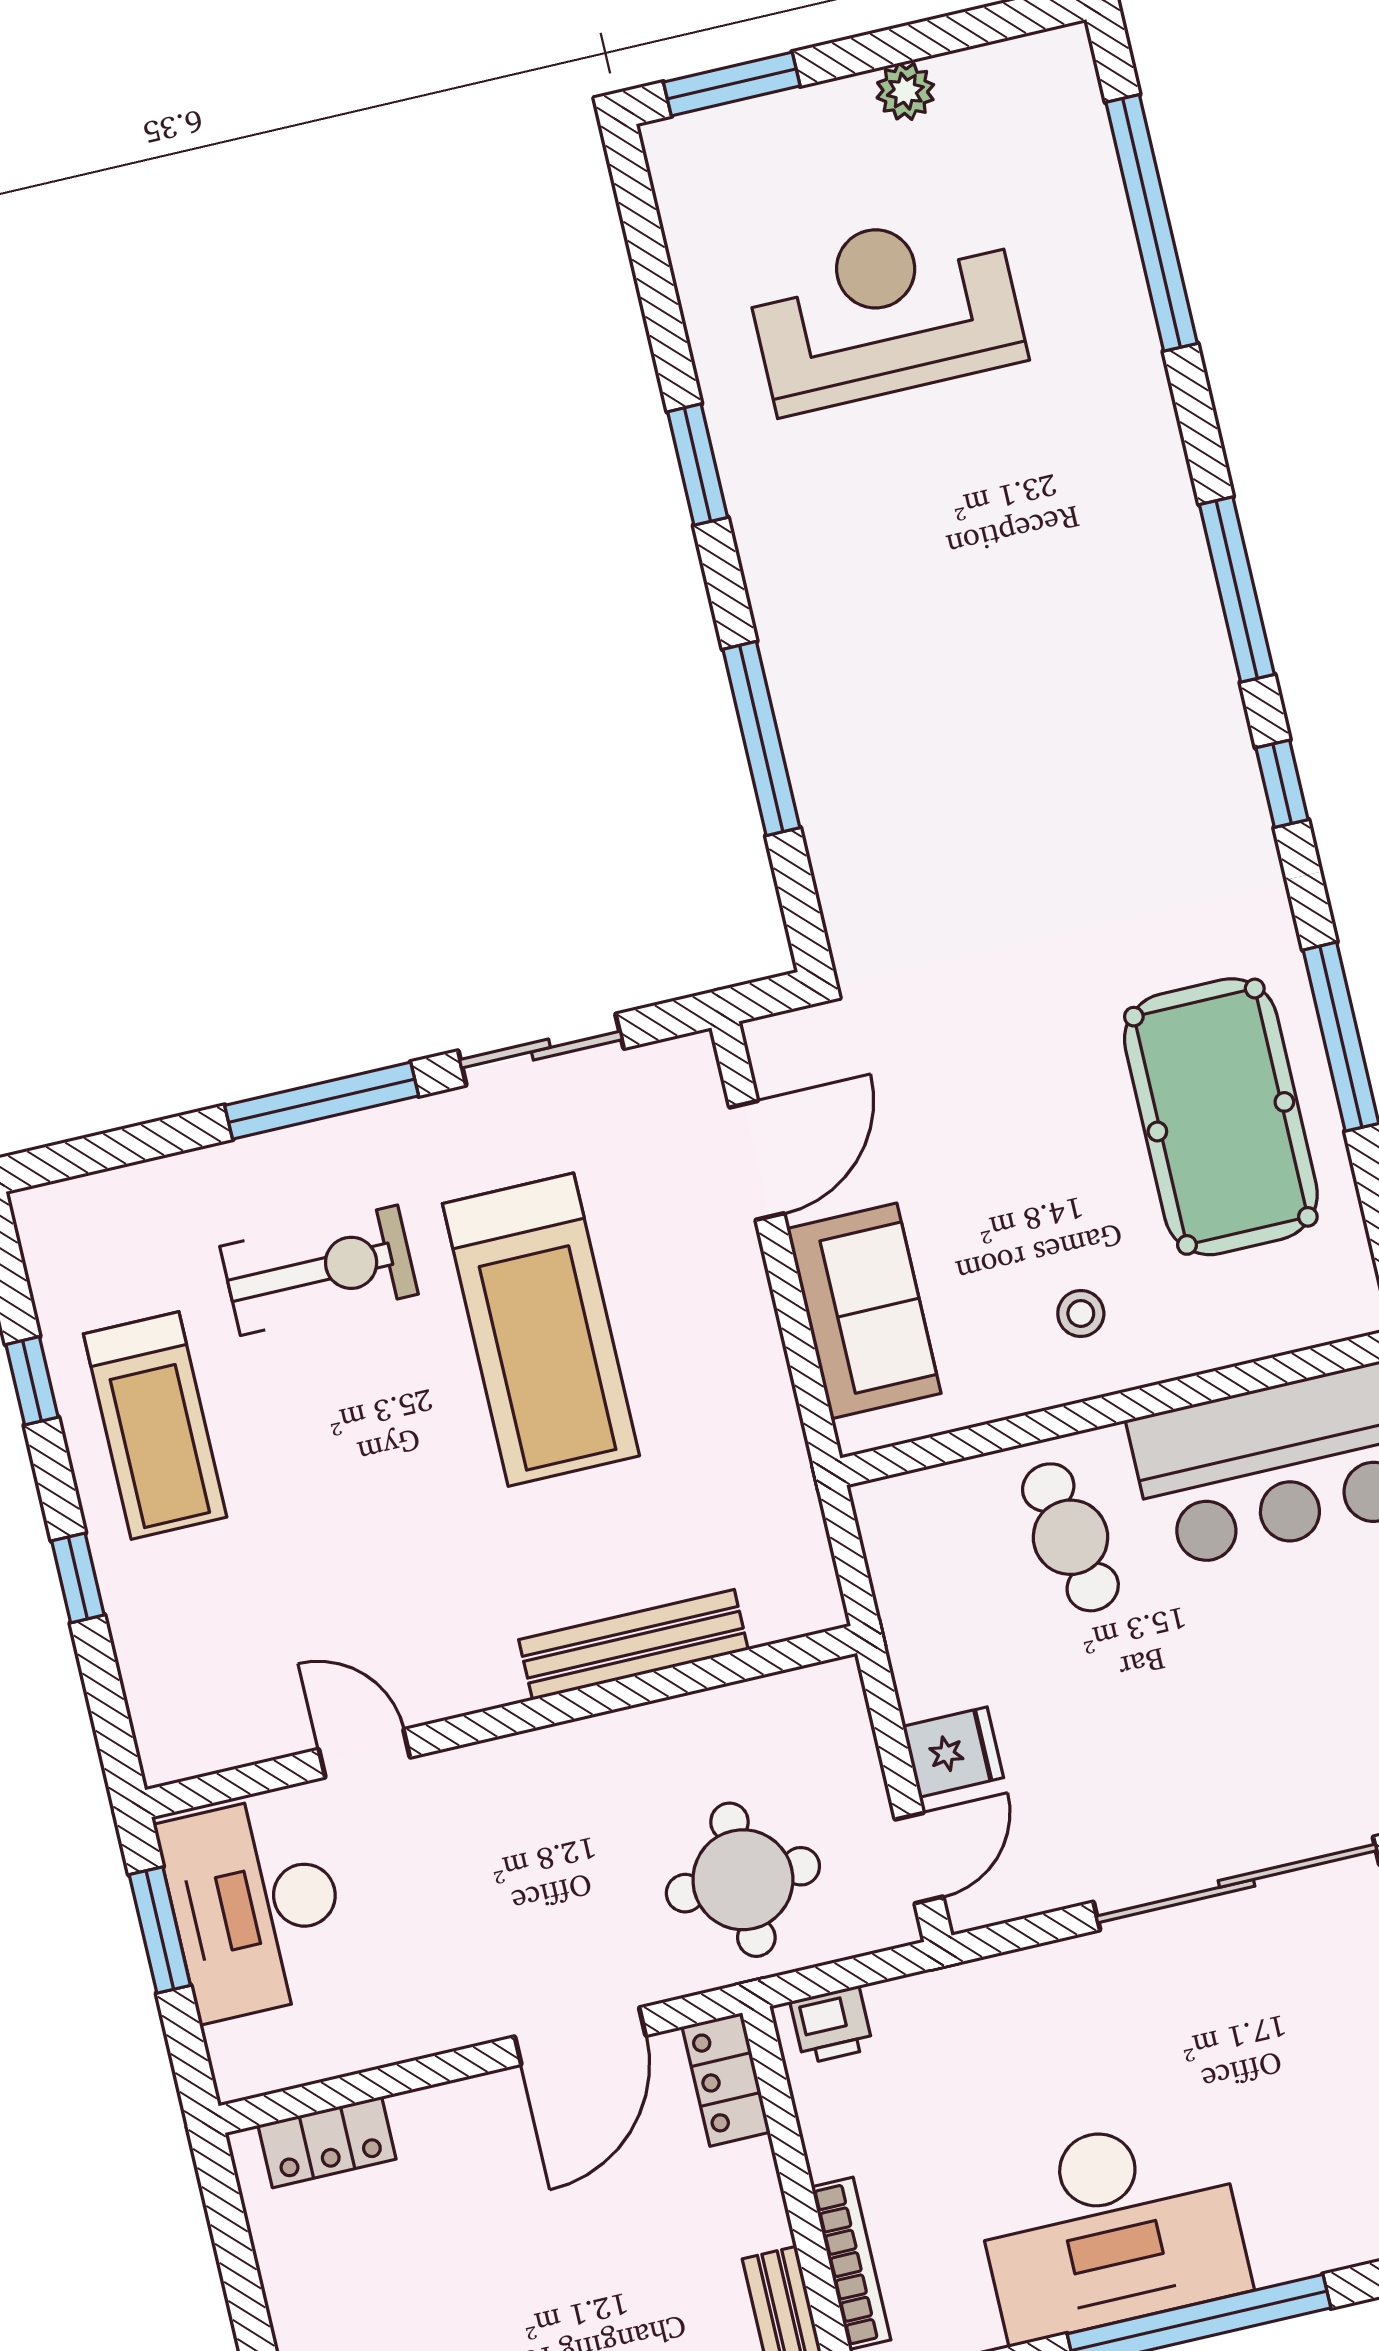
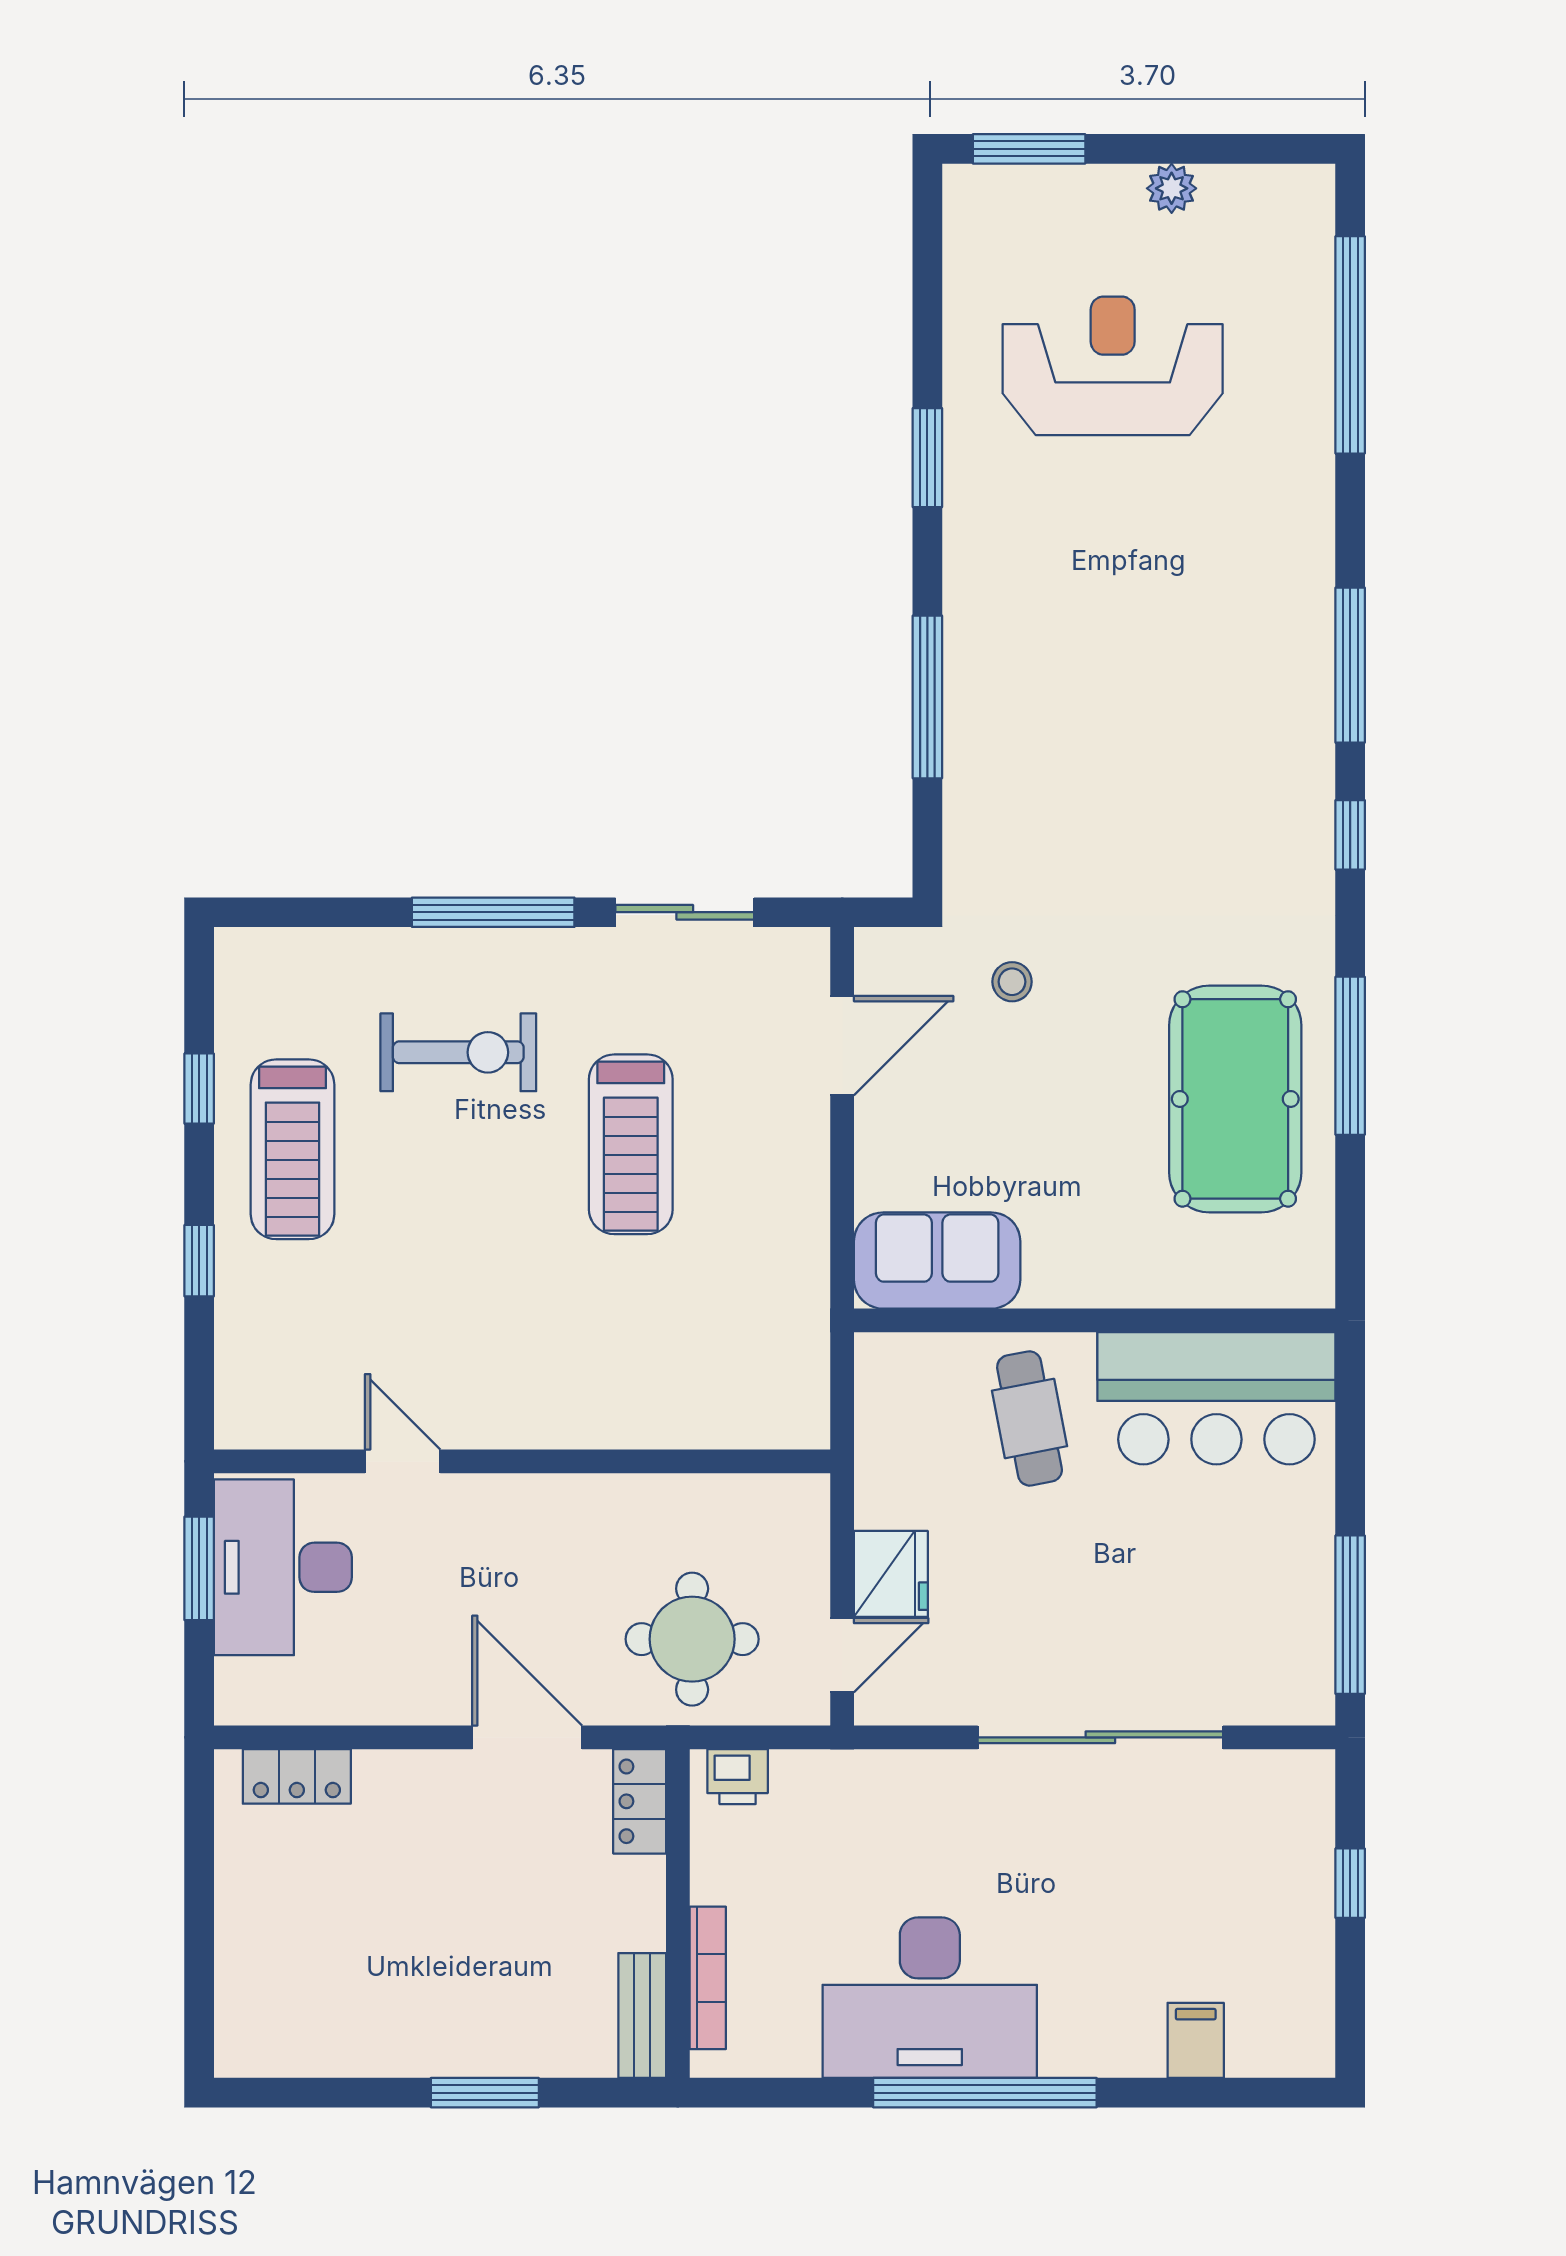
sofa: (864, 1311) -> (937, 1261), moved, turned -90
stool: (1081, 1313) -> (1012, 982), moved
treadmill: (541, 1330) -> (631, 1144), width x0.73, depth x0.73
bench: (633, 1645) -> (647, 1423), removed
fridge: (953, 1752) -> (891, 1574), width x1.38
door: (580, 2036) -> (527, 1737), swing flipped

